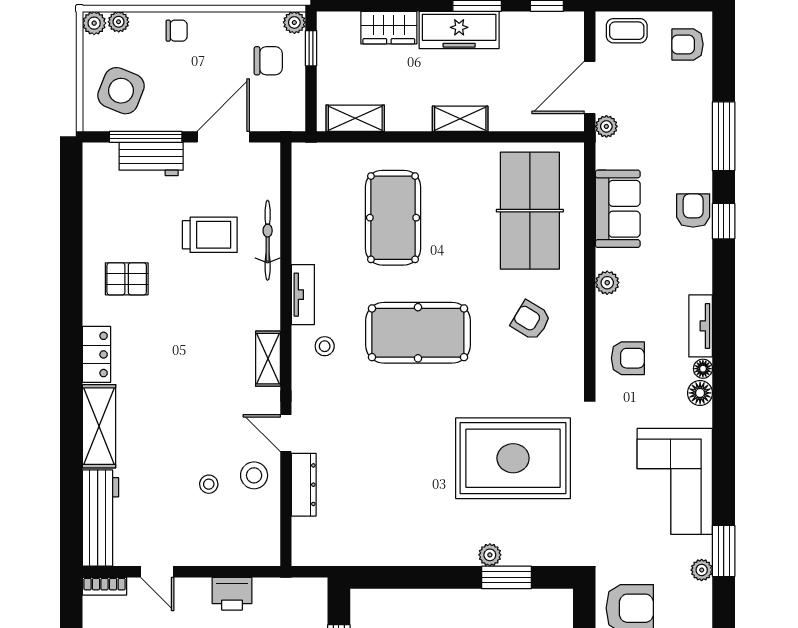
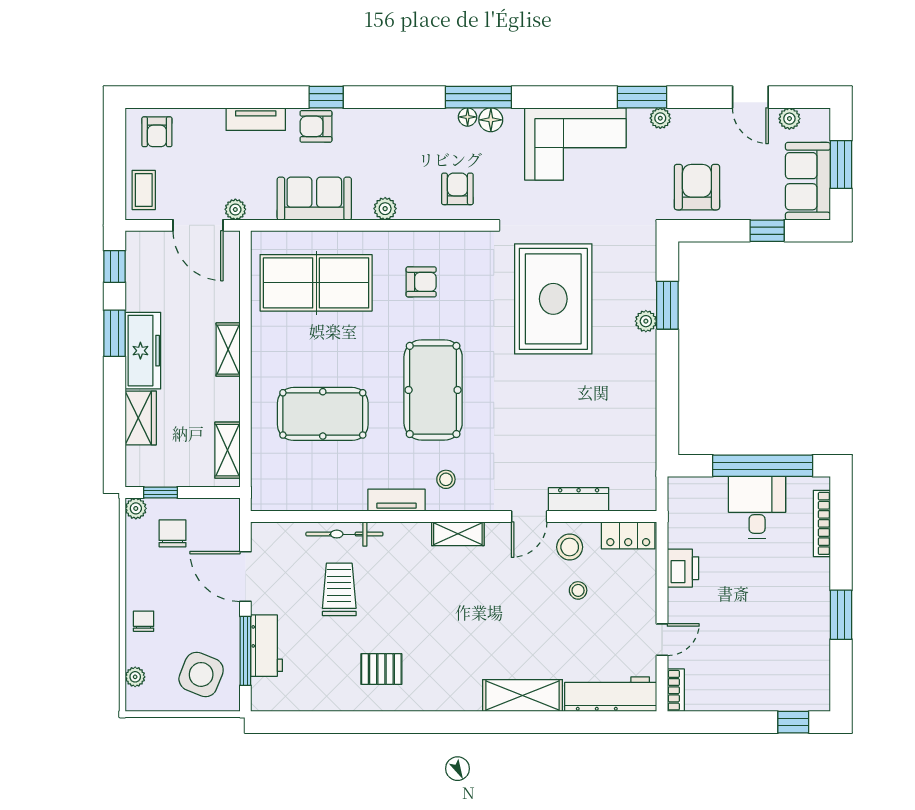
plant: (94, 23) -> (136, 700), removed
window: (724, 136) -> (478, 97), moved
pallet: (127, 279) -> (381, 669), turned 90
armchair: (531, 320) -> (421, 282), turned -121
tv unit: (701, 326) -> (256, 119), moved
locker: (96, 354) -> (628, 535), moved, turned 180

